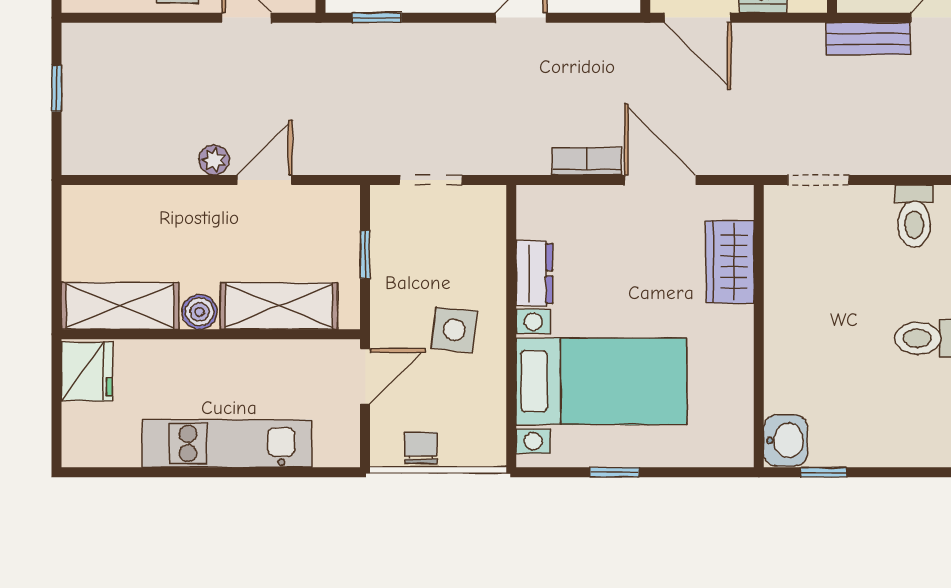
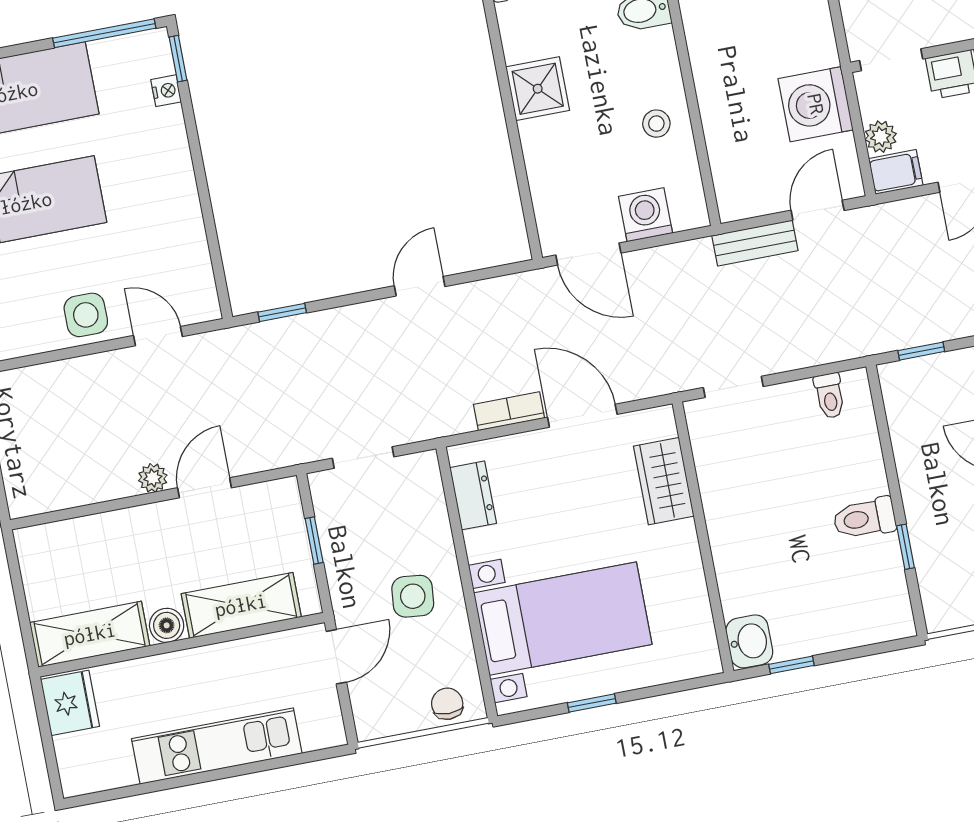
toilet: (914, 216) -> (830, 396), width x0.73, depth x0.72
dresser: (534, 273) -> (473, 495), moved
chair: (421, 448) -> (447, 704), moved

